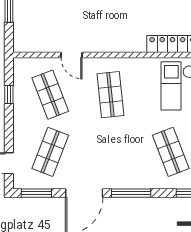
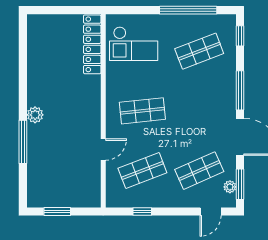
shop shelf: (50, 152) -> (199, 171), turned -45
plant: (34, 183) -> (230, 187), added

